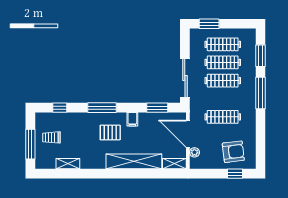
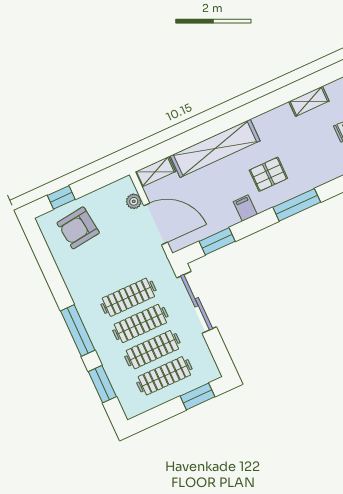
clothes rail: (223, 117) -> (128, 297), moved

